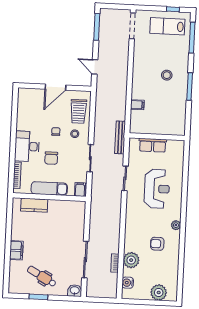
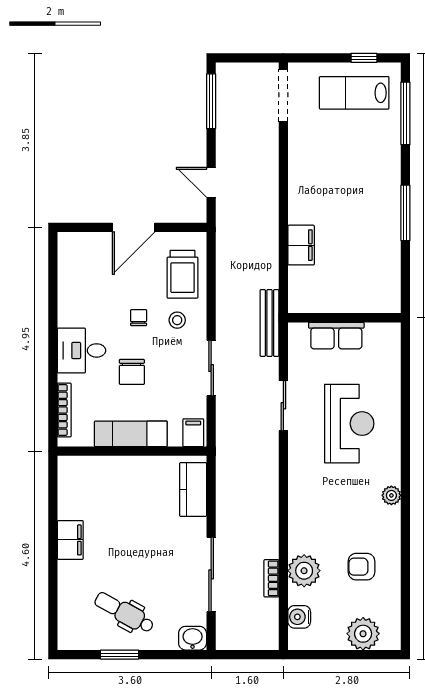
stool: (167, 75) -> (358, 192), removed
filing cabinet: (137, 105) -> (301, 245), width x2.00
desk: (27, 146) -> (82, 350), width x0.73
kitchen counter: (34, 205) -> (193, 489), moved, turned 90
armchair: (157, 244) -> (362, 567), moved
filing cabinet: (16, 250) -> (70, 540), moved

